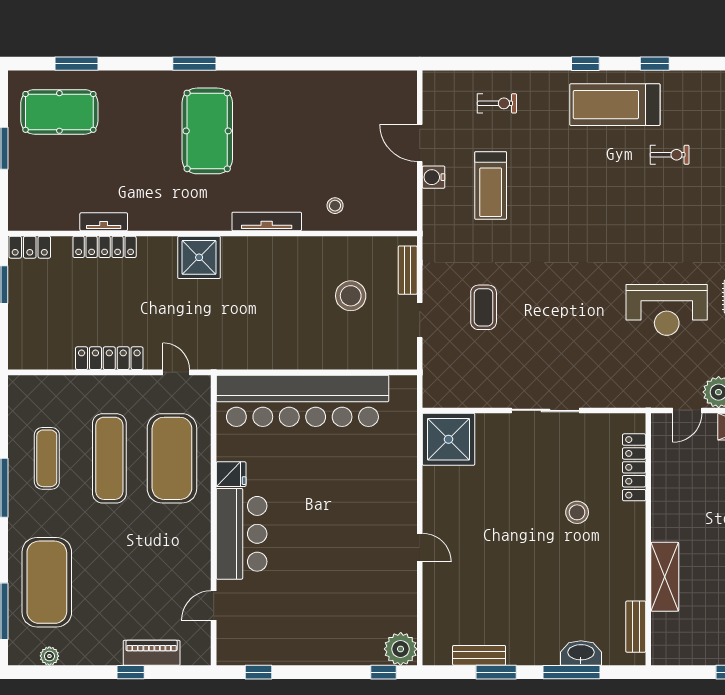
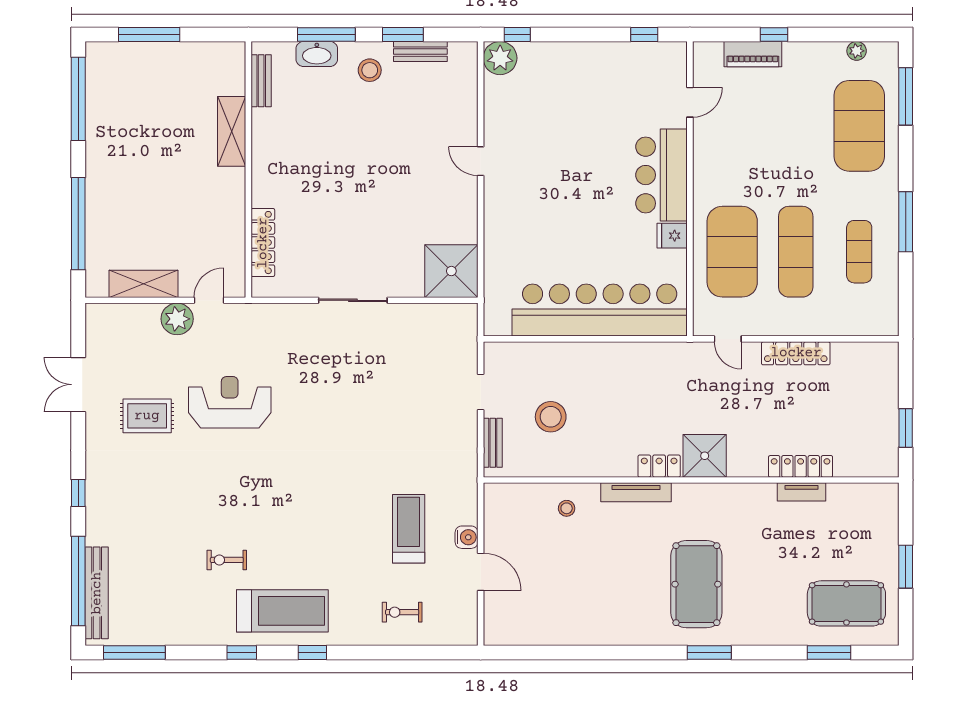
locker: (30, 247) -> (659, 466), moved
coffee table: (484, 307) -> (416, 405), removed
stool: (577, 512) -> (370, 70), moved

